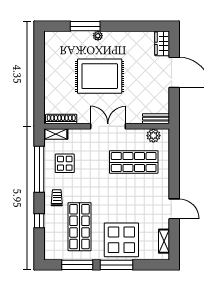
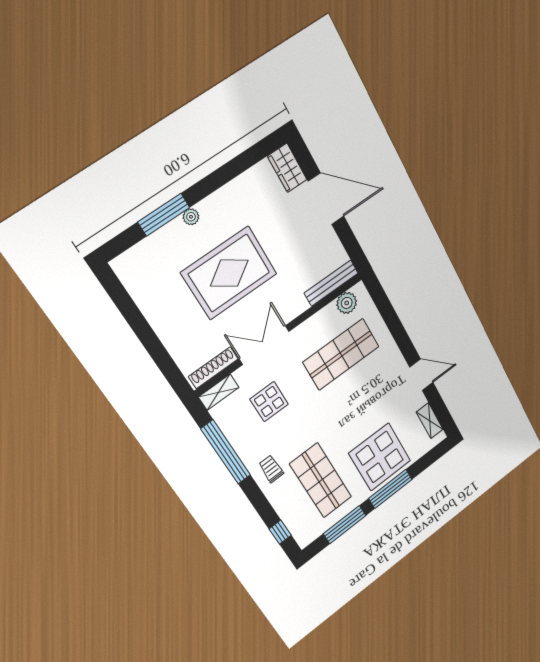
bench: (156, 119) -> (331, 283), width x1.36
double door: (108, 126) -> (264, 345), moved
display table: (65, 163) -> (269, 402), moved
window: (39, 221) -> (280, 532), moved

